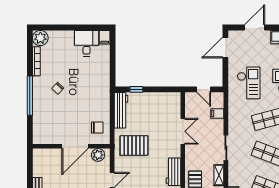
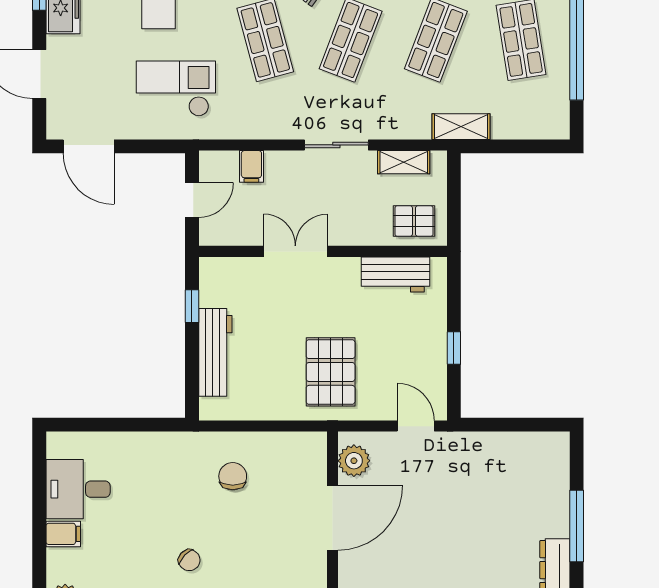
filing cabinet: (105, 37) -> (63, 534), moved
window: (136, 89) -> (192, 306), moved
workbench: (121, 110) -> (215, 352), moved, turned 90
chair: (97, 128) -> (233, 476), moved
door: (75, 146) -> (332, 518), hinge flipped

